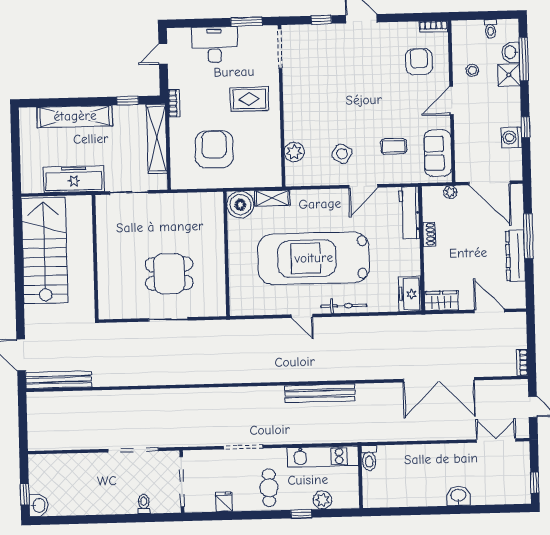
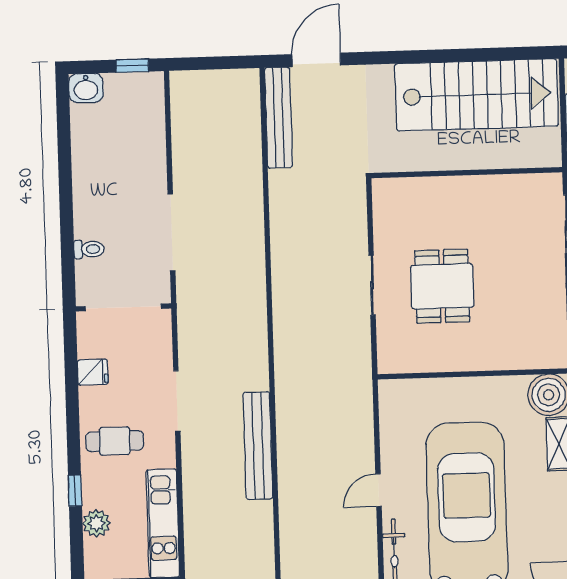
bench: (320, 393) -> (258, 446), moved
window: (25, 494) -> (132, 66), moved

